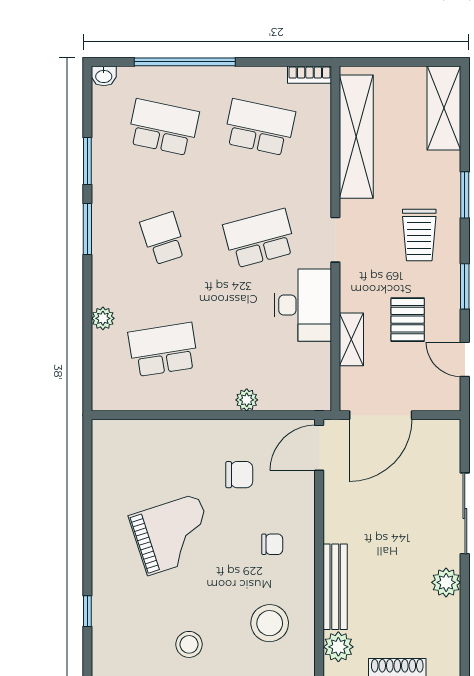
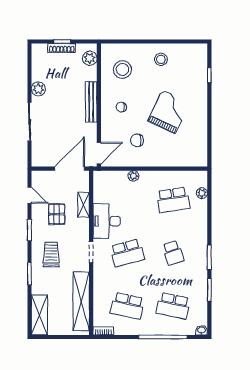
plant: (103, 318) -> (202, 193), moved
grand piano: (173, 535) -> (169, 112), turned 133
bench: (335, 587) -> (91, 102), moved

